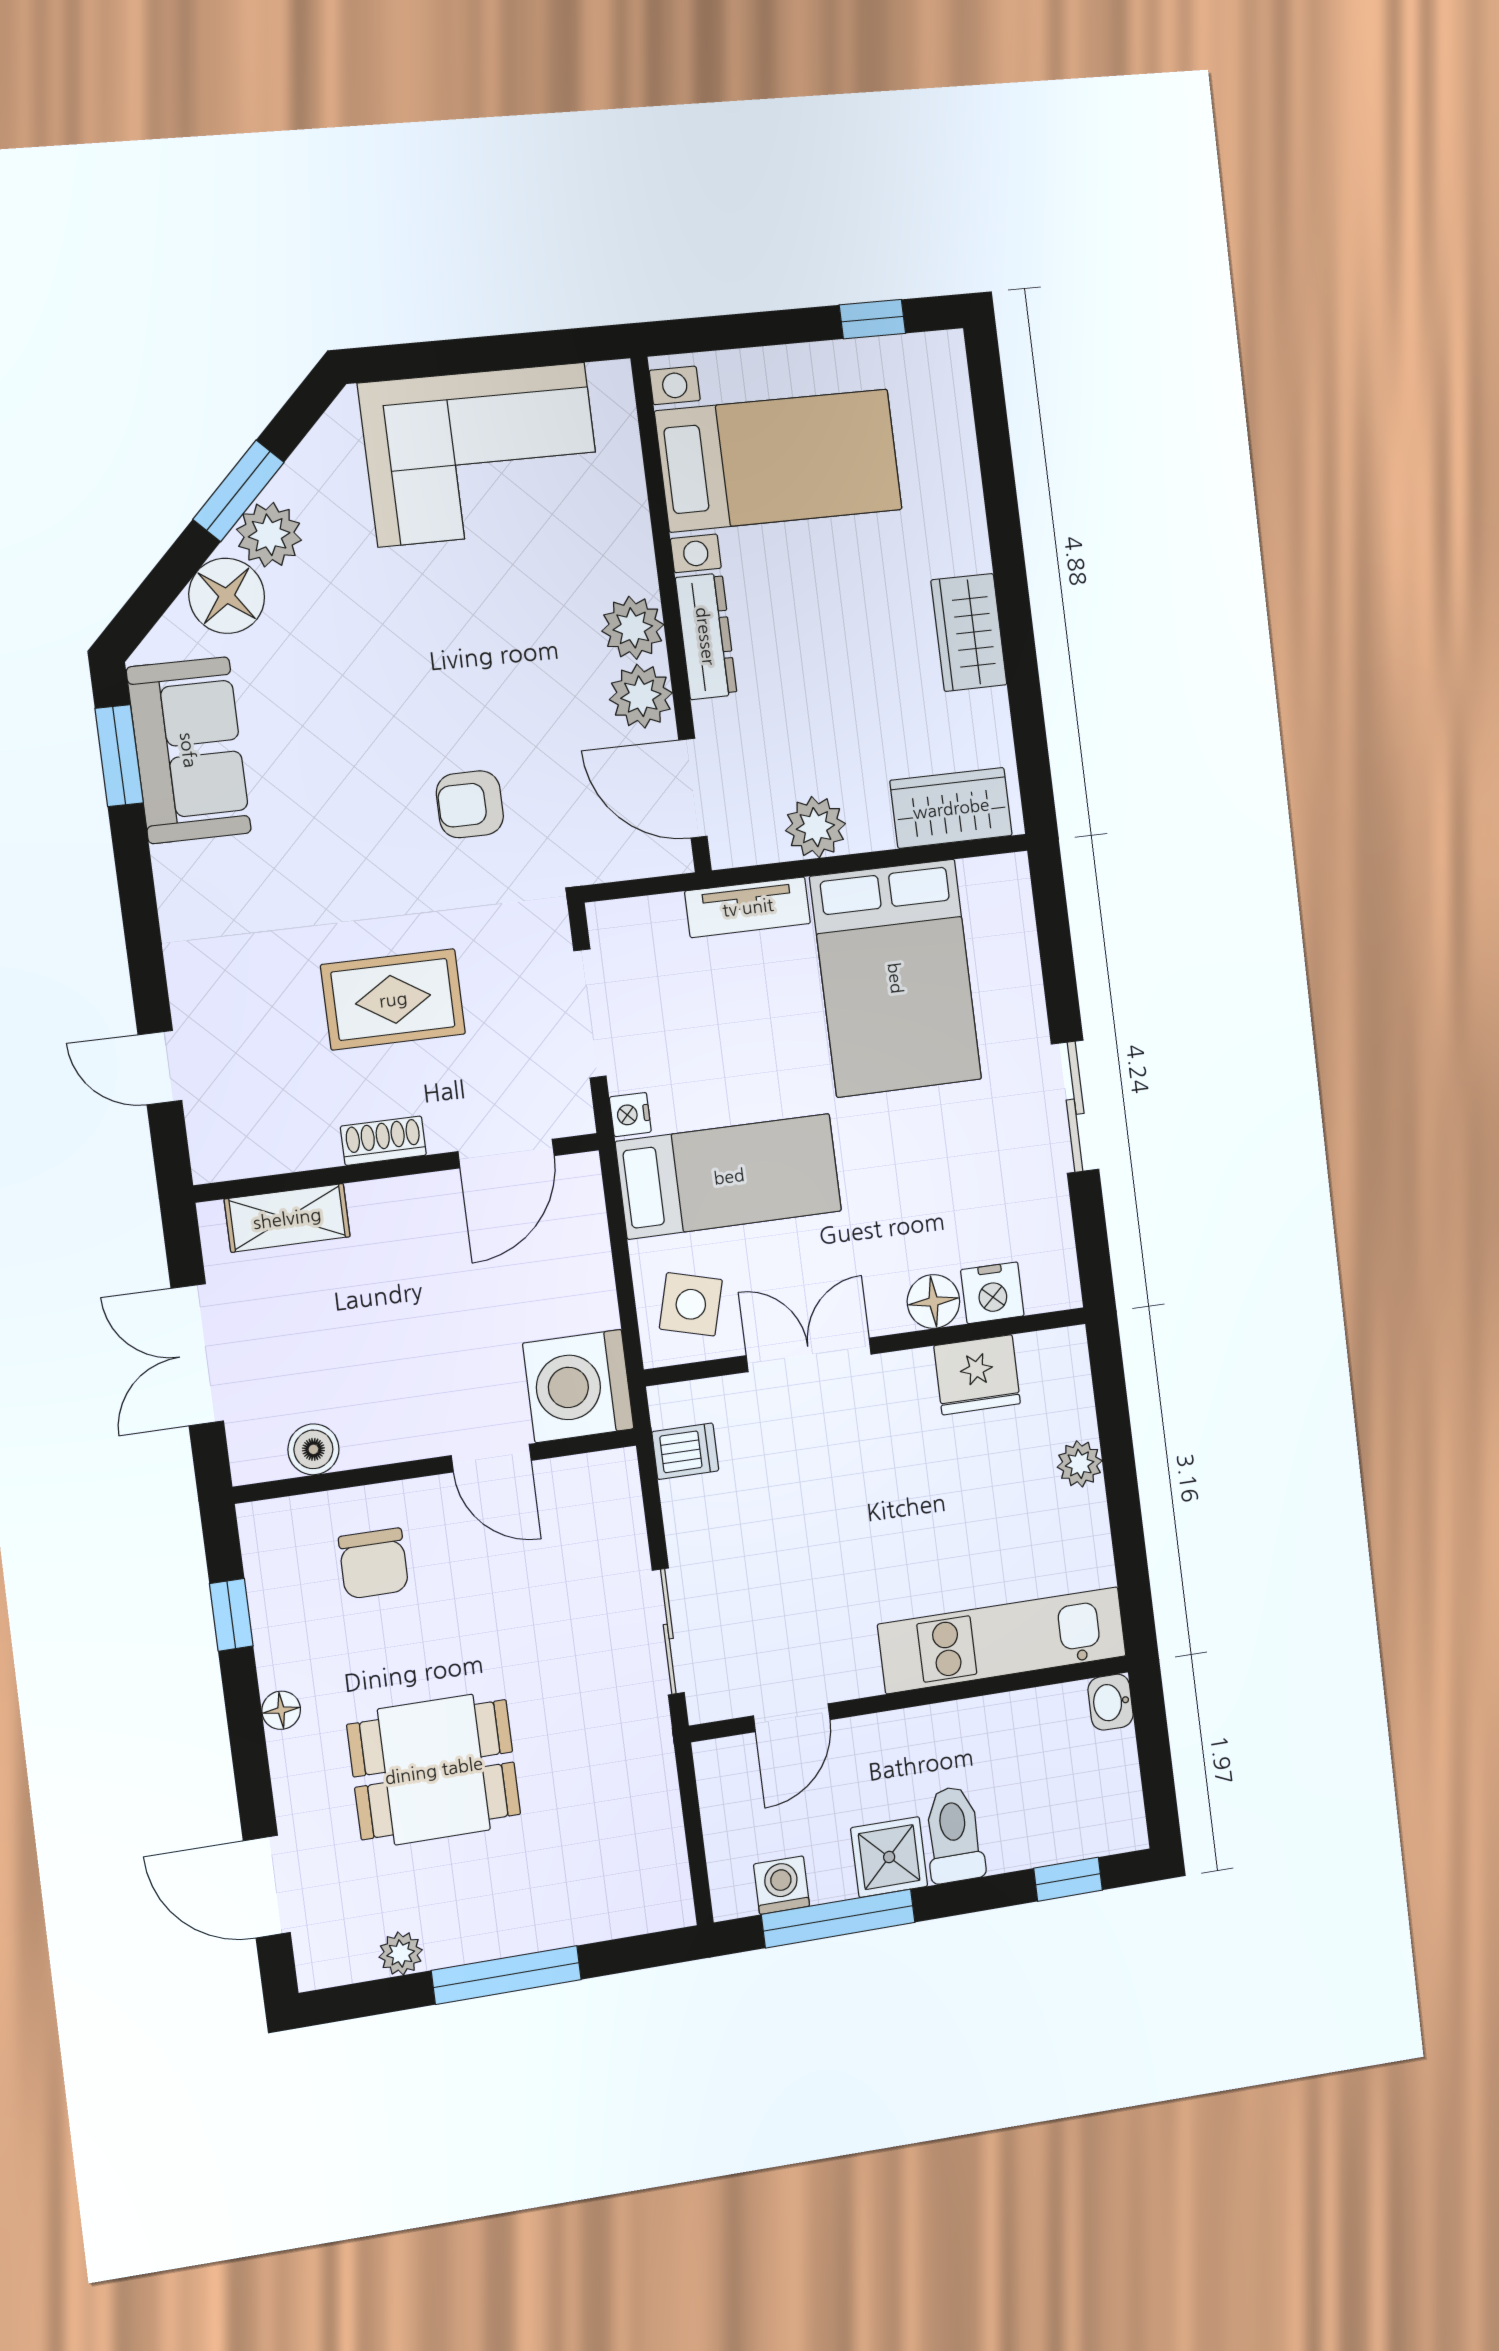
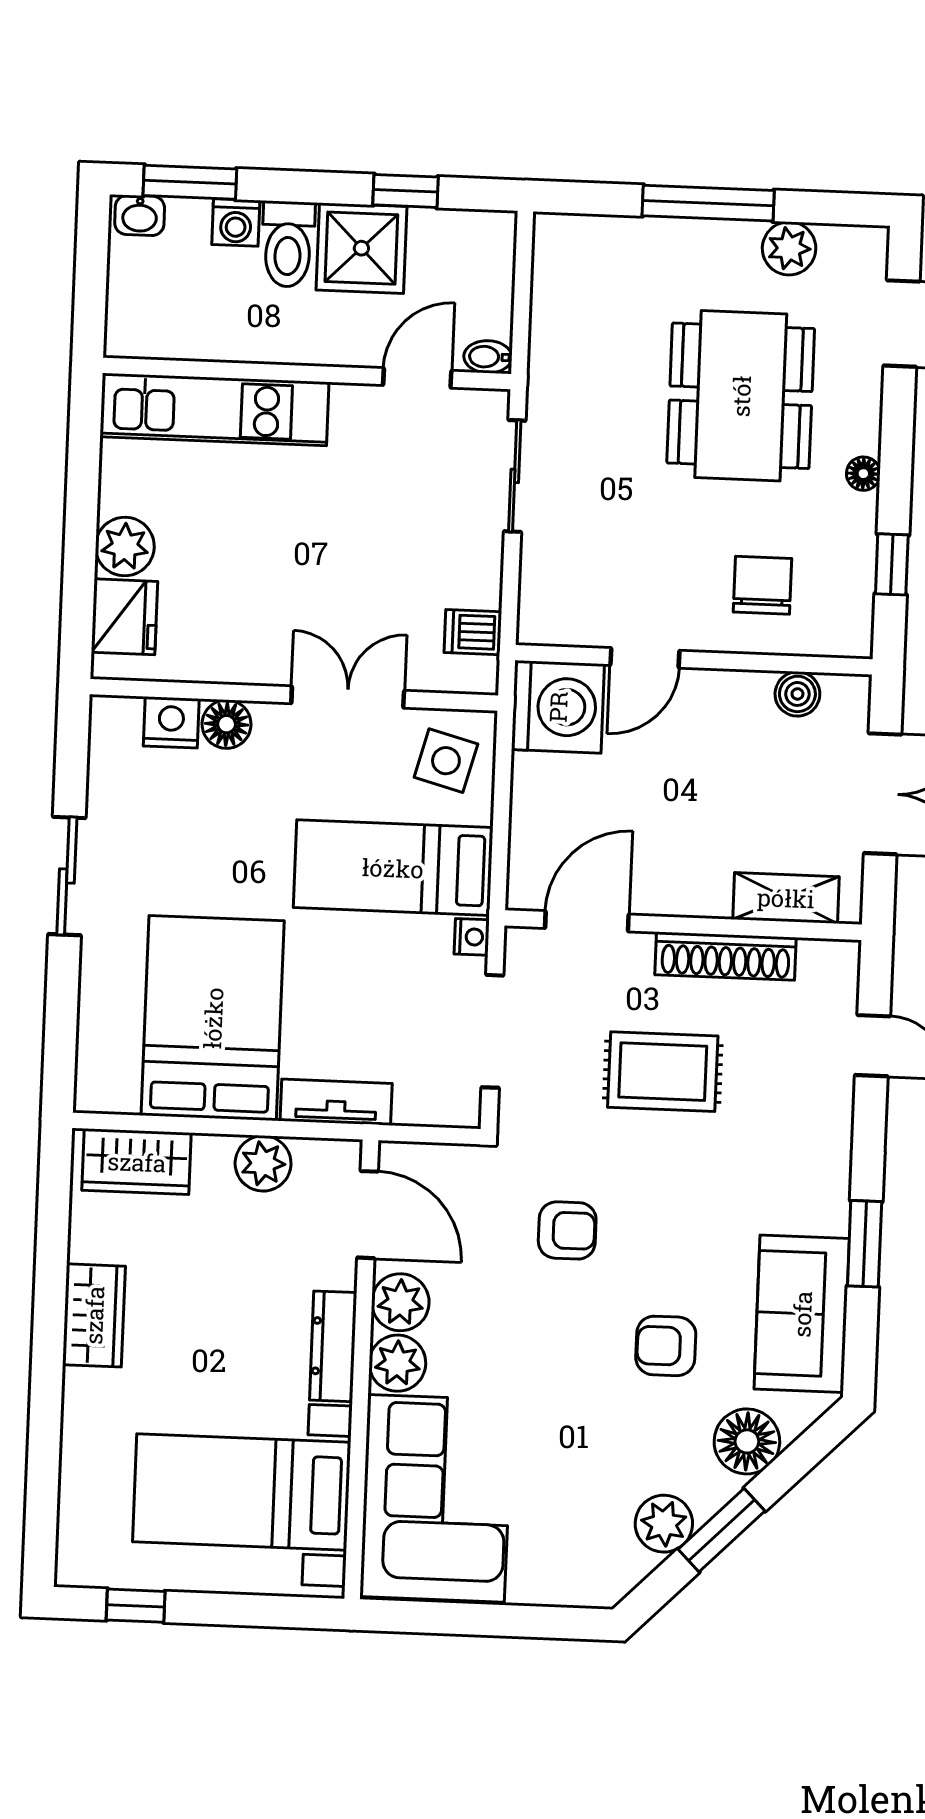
corner sofa: (482, 454) -> (436, 1498), moved, turned 90
plant: (269, 535) -> (664, 1524), moved
armchair: (337, 691) -> (666, 1346), added
window: (119, 756) -> (865, 1244), moved
shoe rack: (383, 1141) -> (726, 956), width x1.94, depth x1.24
double door: (809, 1355) -> (348, 697), swing flipped
fridge: (977, 1375) -> (124, 617), moved, turned 90
door: (491, 1458) -> (645, 658), swing flipped
plant: (1080, 1464) -> (125, 546), width x1.38, depth x1.38
washbasin: (1111, 1702) -> (140, 215), moved, turned 90
bidet: (719, 1756) -> (488, 357), added
dining table: (434, 1770) -> (741, 396), width x1.38
shower: (889, 1857) -> (361, 248), width x1.36, depth x1.36
window: (1068, 1879) -> (190, 182), width x1.50
washing machine: (782, 1885) -> (236, 223), moved
window: (838, 1918) -> (405, 191), width x0.46
plant: (401, 1953) -> (789, 248), width x1.38, depth x1.38

